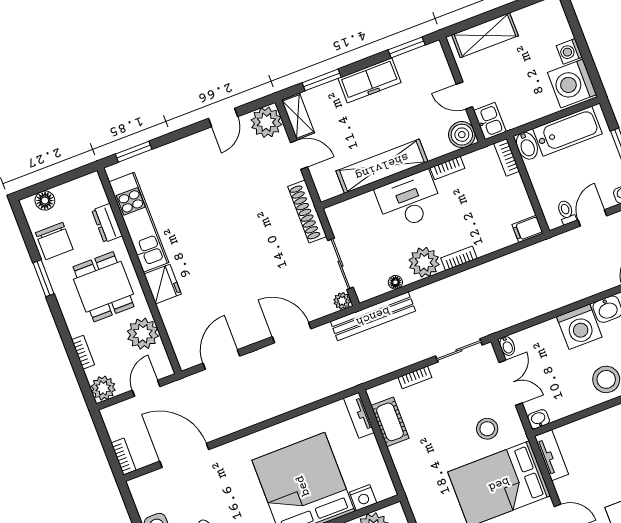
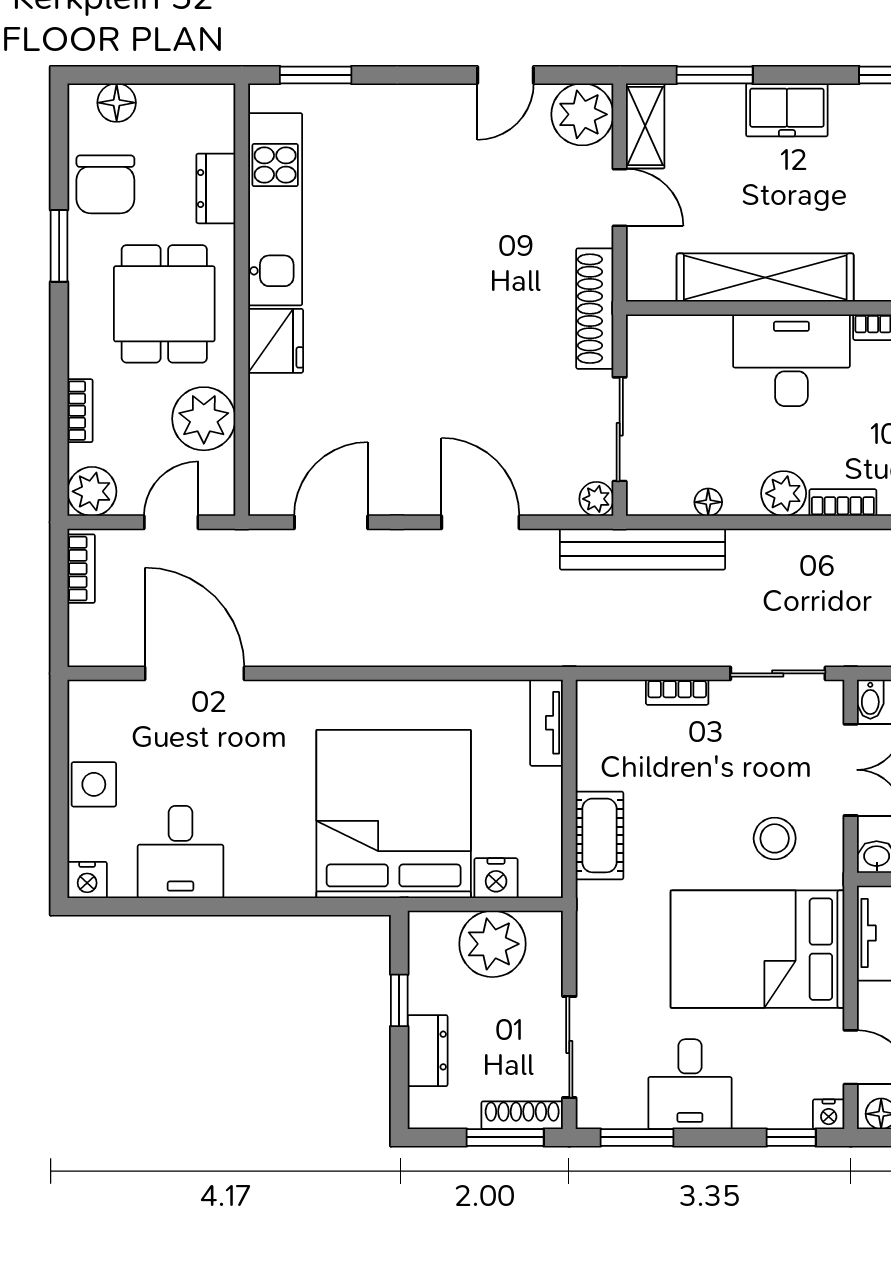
freezer: (370, 80) -> (787, 110), width x0.71
plant: (424, 262) -> (784, 493), width x0.73, depth x0.73
cot: (390, 422) -> (599, 835), moved
bookcase: (124, 457) -> (81, 569), moved

